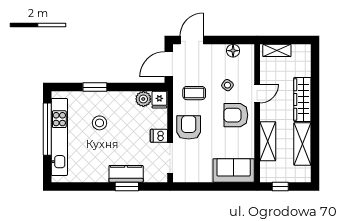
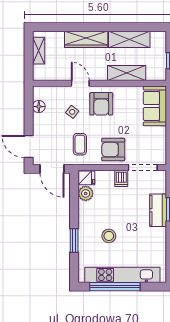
shelving: (277, 50) -> (39, 51), moved

